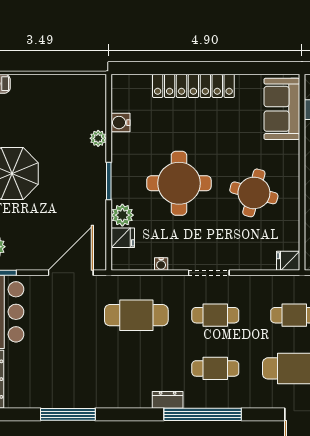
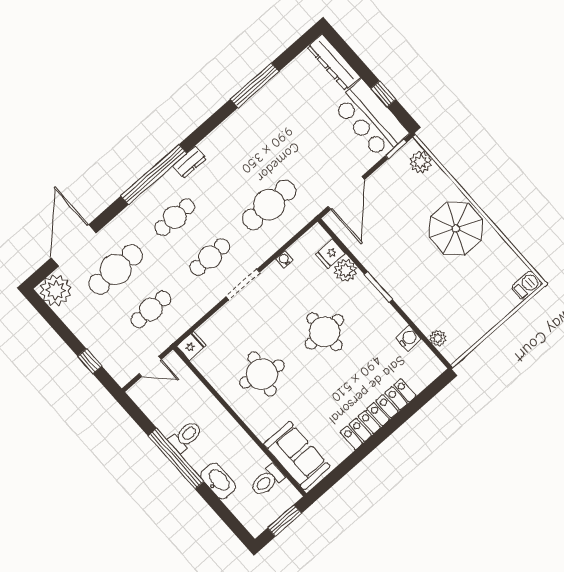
plant: (98, 138) -> (438, 338), moved
round table: (179, 183) -> (324, 332), width x0.73, depth x0.73

